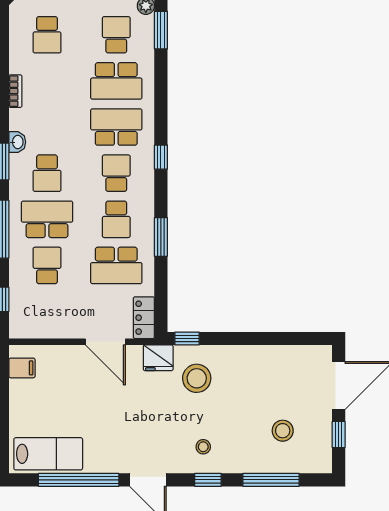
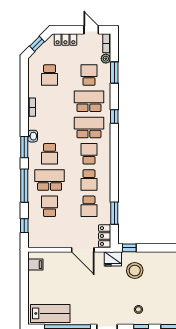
school desk: (116, 81) -> (89, 101), turned 180
window: (161, 157) -> (114, 117), moved
window: (161, 237) -> (114, 213), moved
school desk: (116, 265) -> (89, 206), width x0.54

